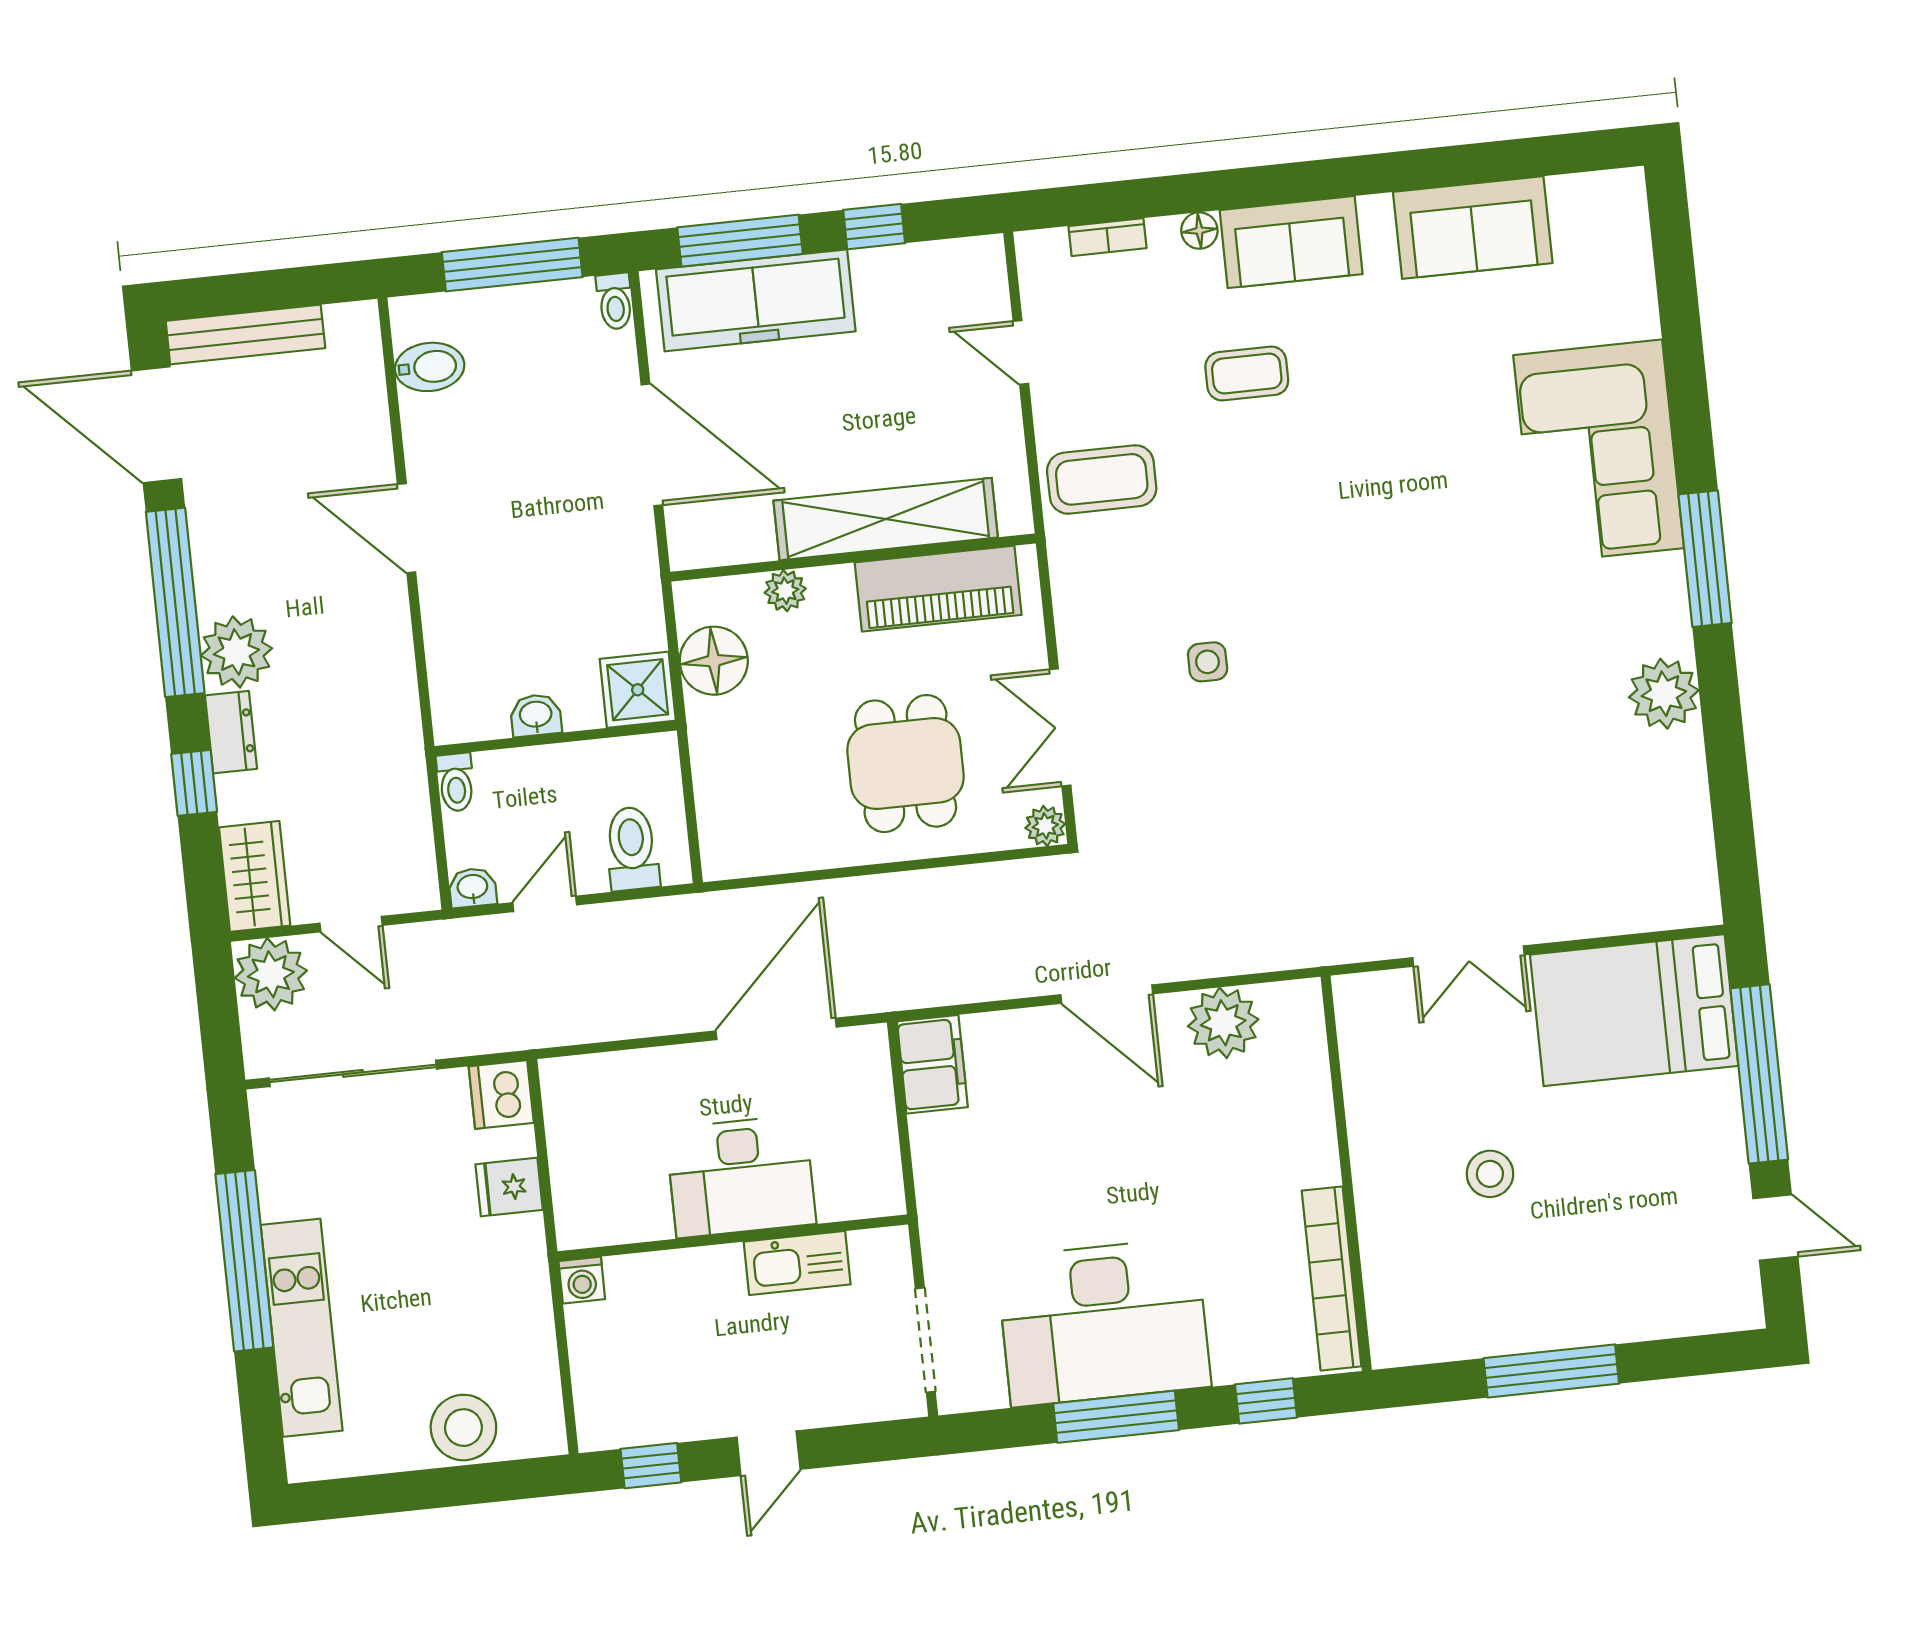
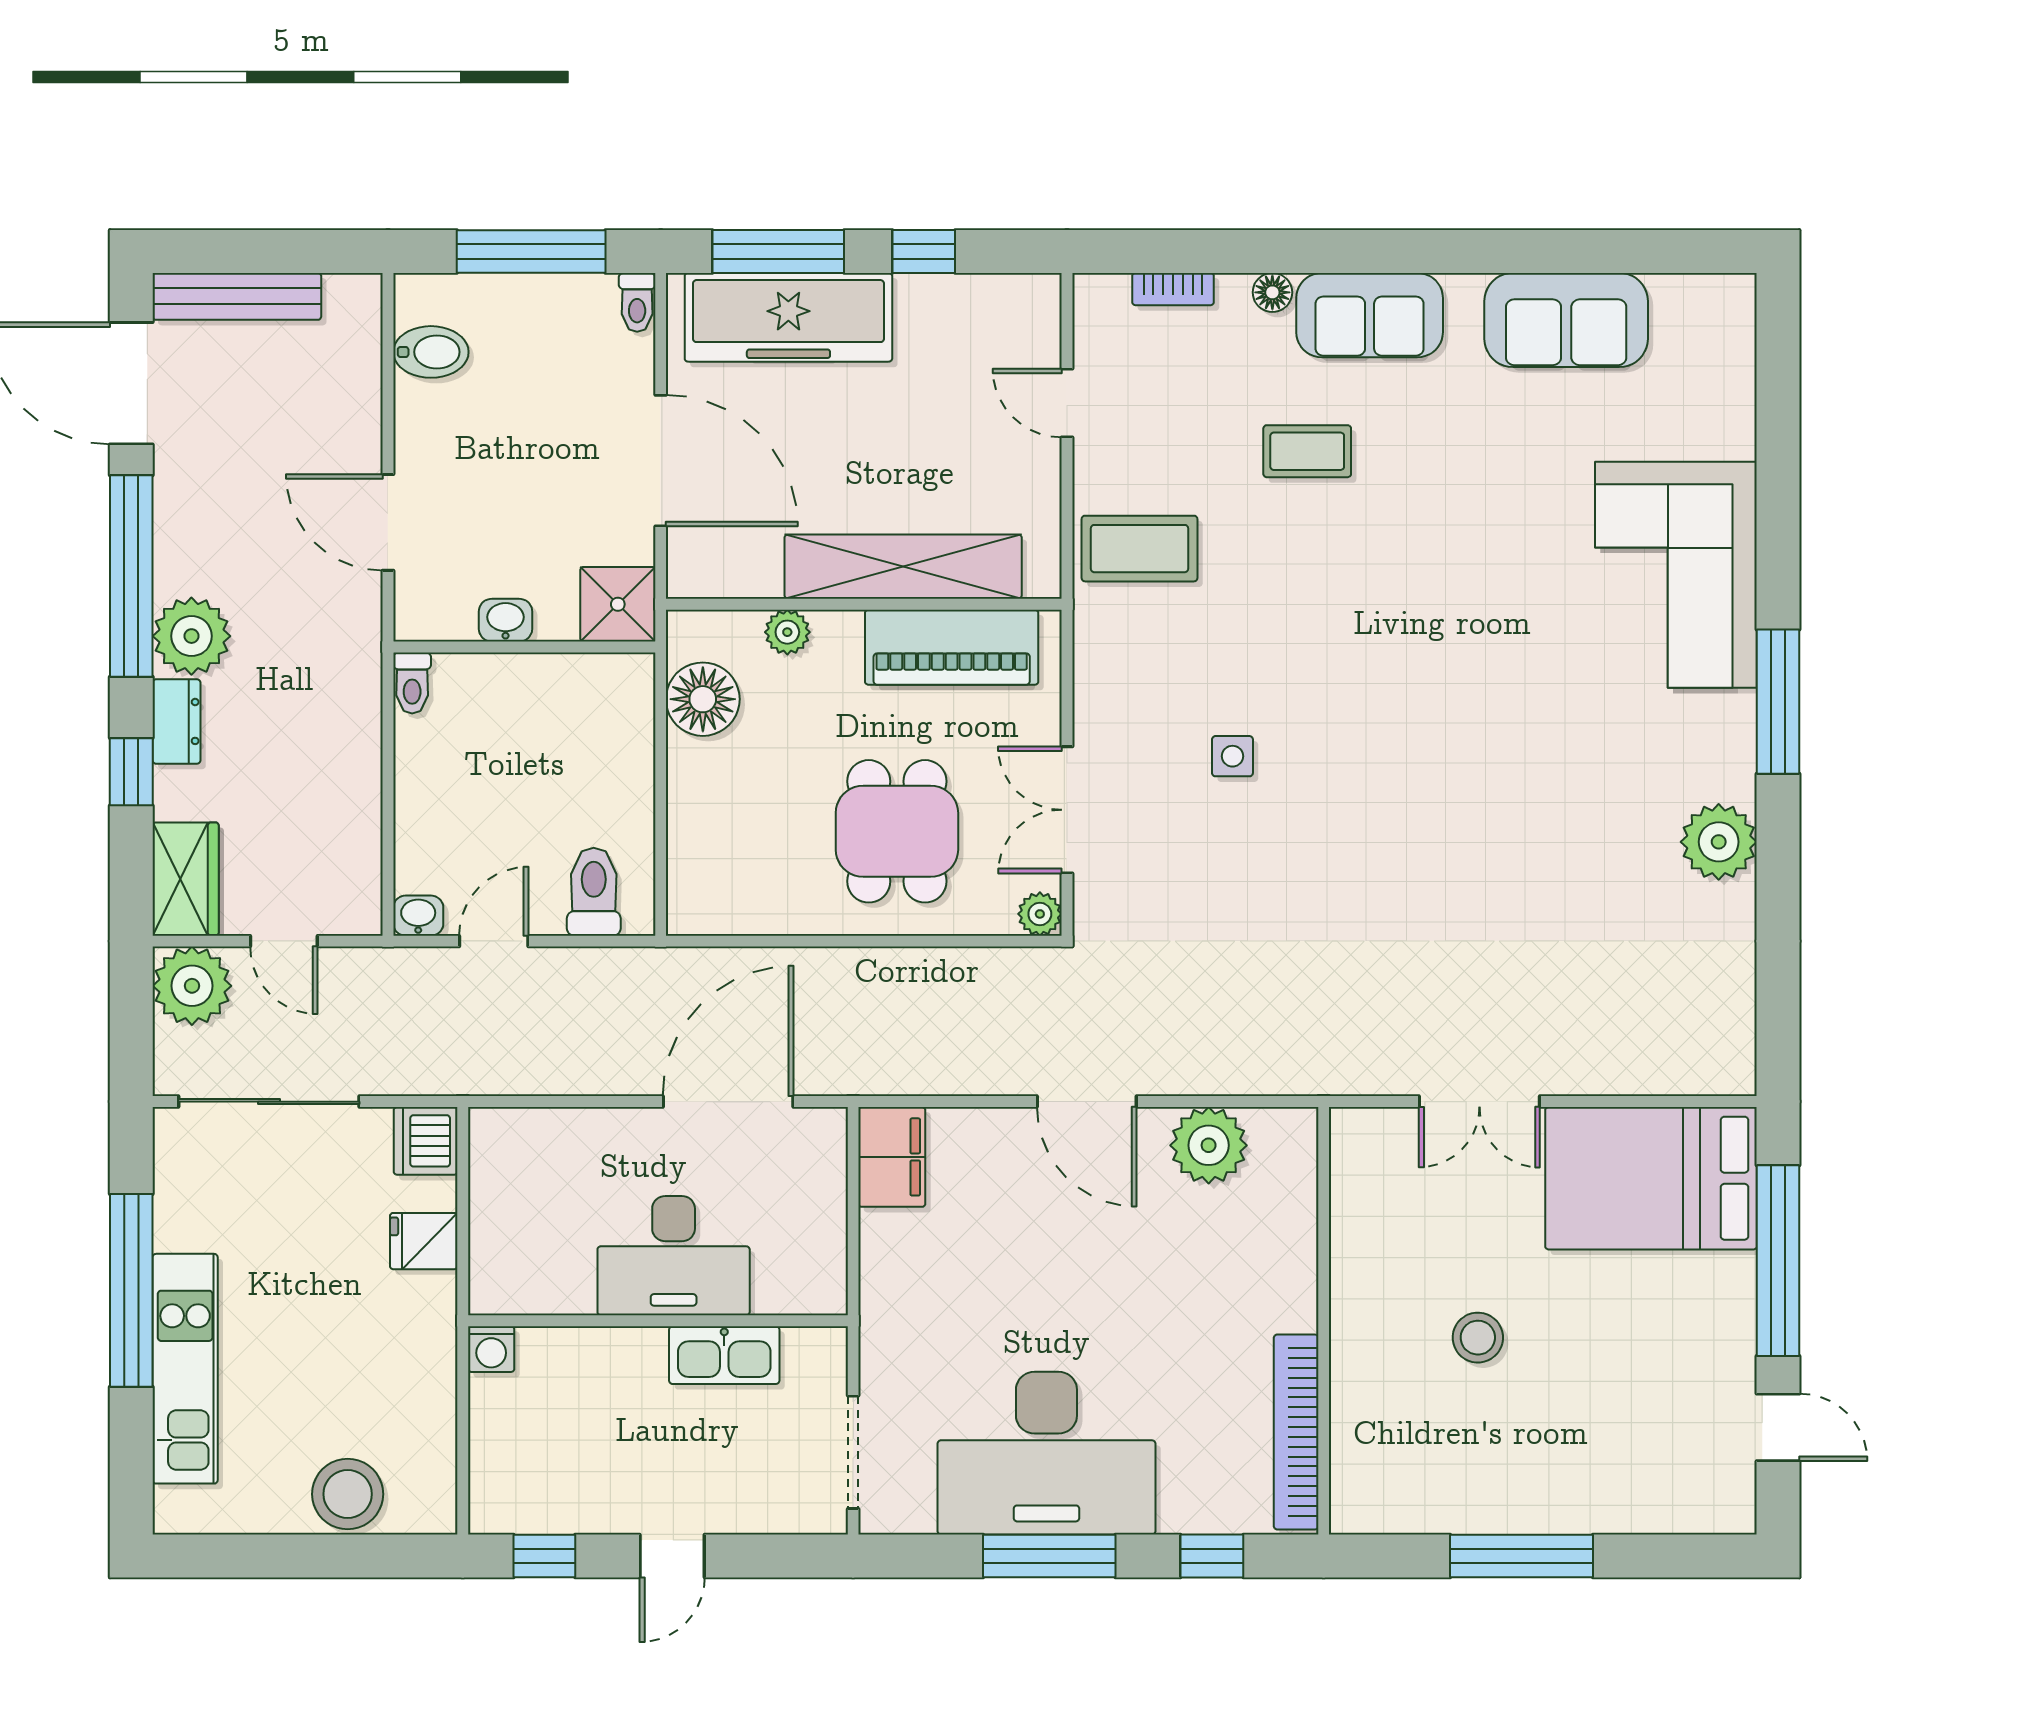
shower: (638, 690) -> (618, 604), moved
washbasin: (536, 715) -> (506, 620), moved
wall: (556, 738) -> (524, 647), moved
toilet: (456, 782) -> (412, 683), moved

